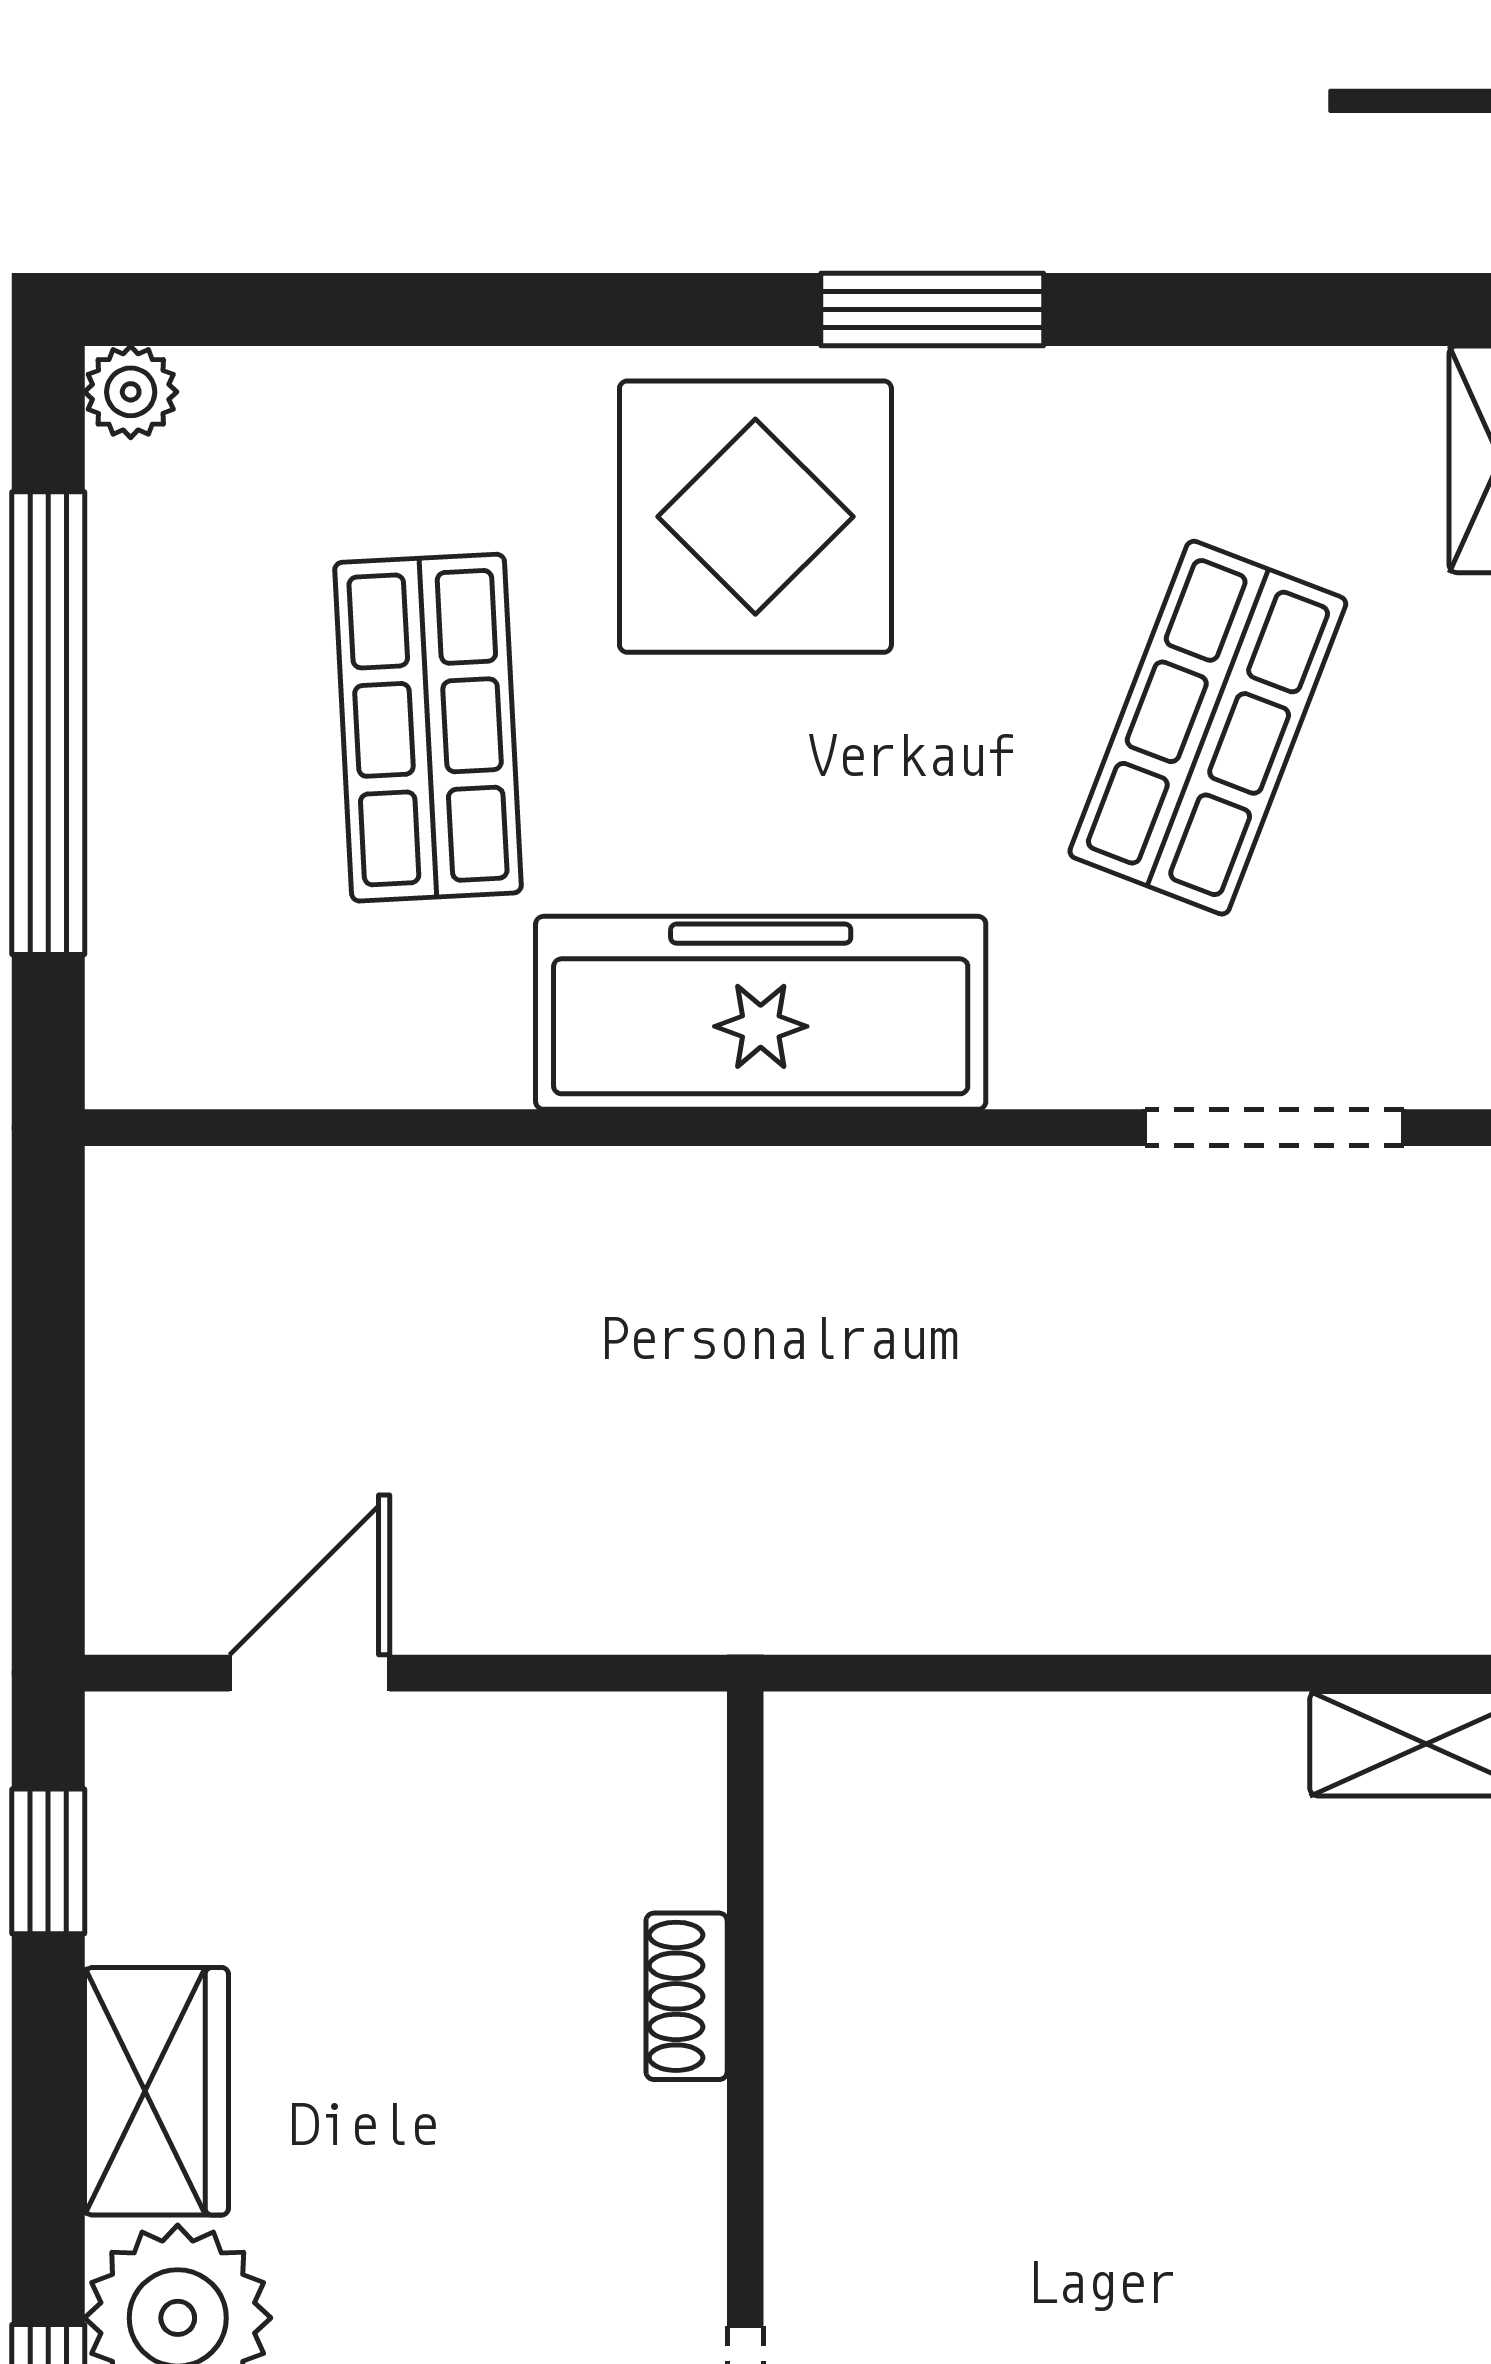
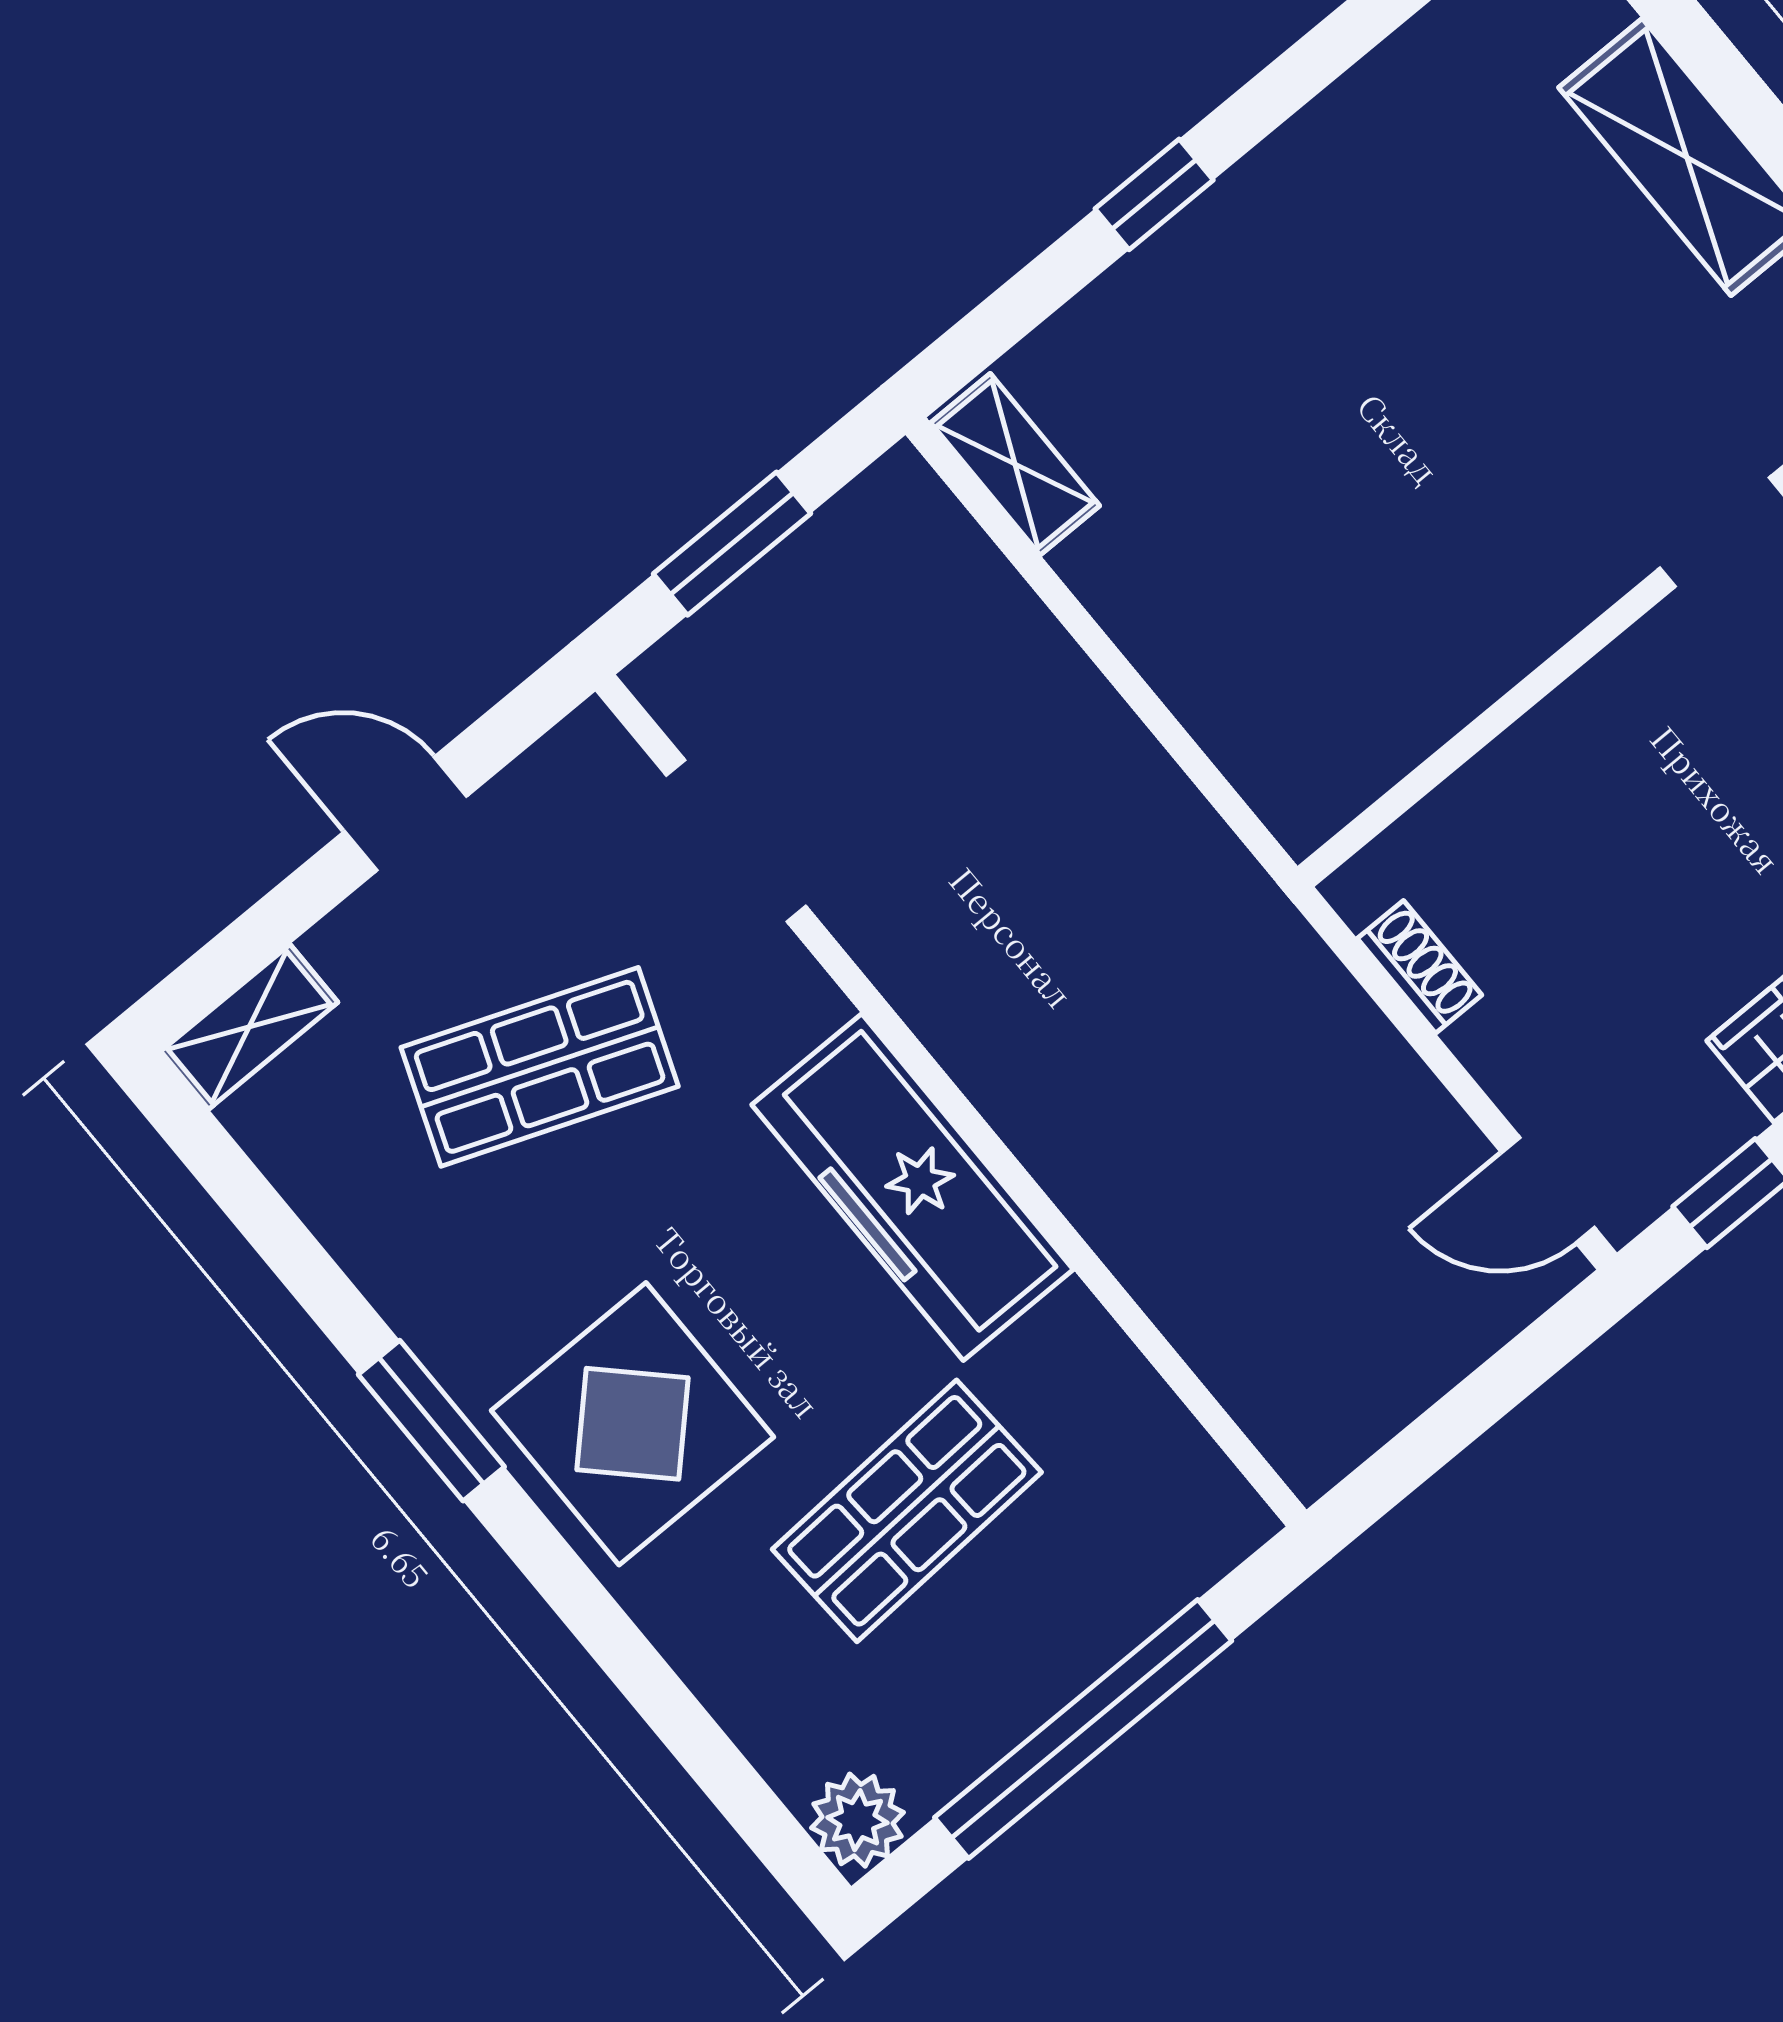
plant: (131, 392) -> (857, 1820), width x1.38, depth x1.38
door: (310, 1673) -> (1548, 1190), moved
shoe rack: (687, 1996) -> (1420, 967), moved, turned -90

